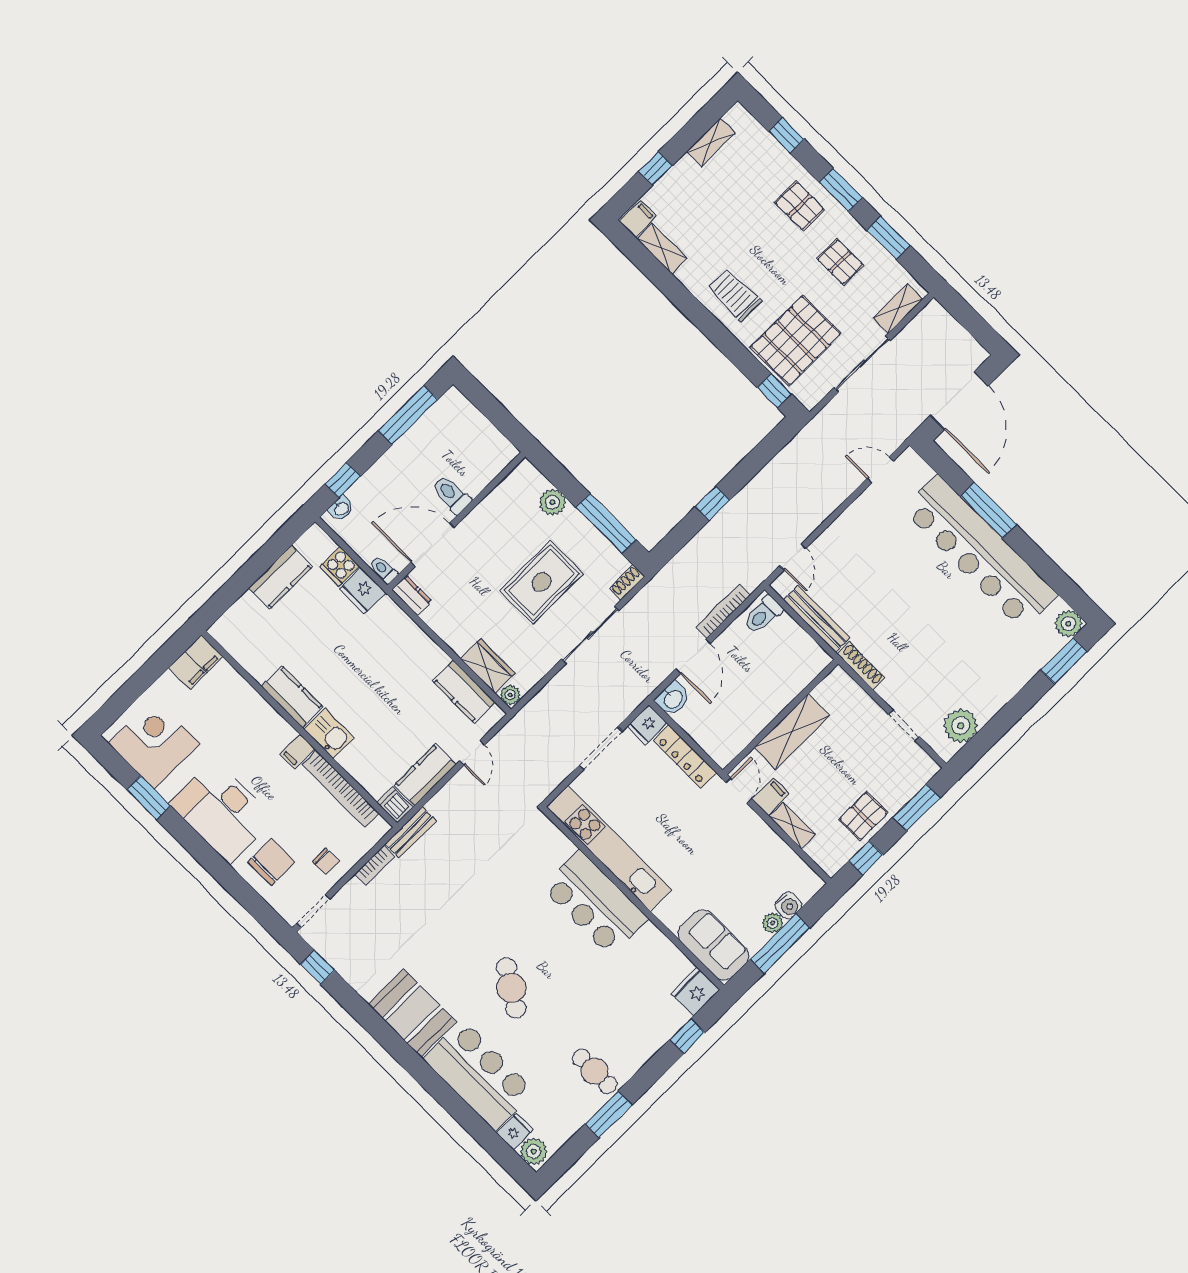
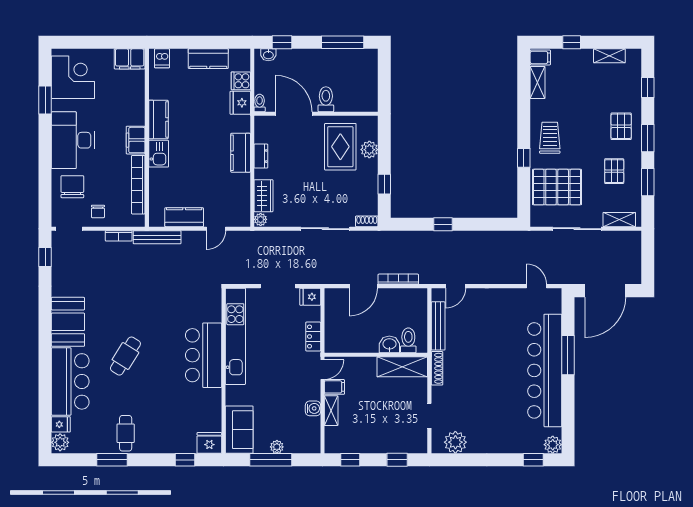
window: (774, 391) -> (524, 158), moved
window: (606, 523) -> (384, 184), width x0.46
rug: (542, 582) -> (340, 147), moved, turned 90
dresser: (412, 595) -> (261, 156), moved
toilet: (763, 615) -> (408, 340), moved, turned 90
window: (1064, 661) -> (533, 460), width x0.67
kitchen counter: (464, 692) -> (241, 153), moved
washbasin: (673, 699) -> (389, 344), moved, turned 180
shelving: (792, 731) -> (402, 367), moved
filing cabinet: (297, 751) -> (136, 140), width x2.00
locker: (685, 756) -> (313, 337), width x0.66
dishwasher: (395, 805) -> (162, 58), moved, turned 180
window: (917, 808) -> (397, 460), width x0.67
pallet: (863, 816) -> (368, 439), removed
bench: (411, 832) -> (157, 237), width x1.36
chair: (272, 862) -> (72, 187), turned -90
water cooler: (788, 905) -> (313, 408), moved, turned -90

